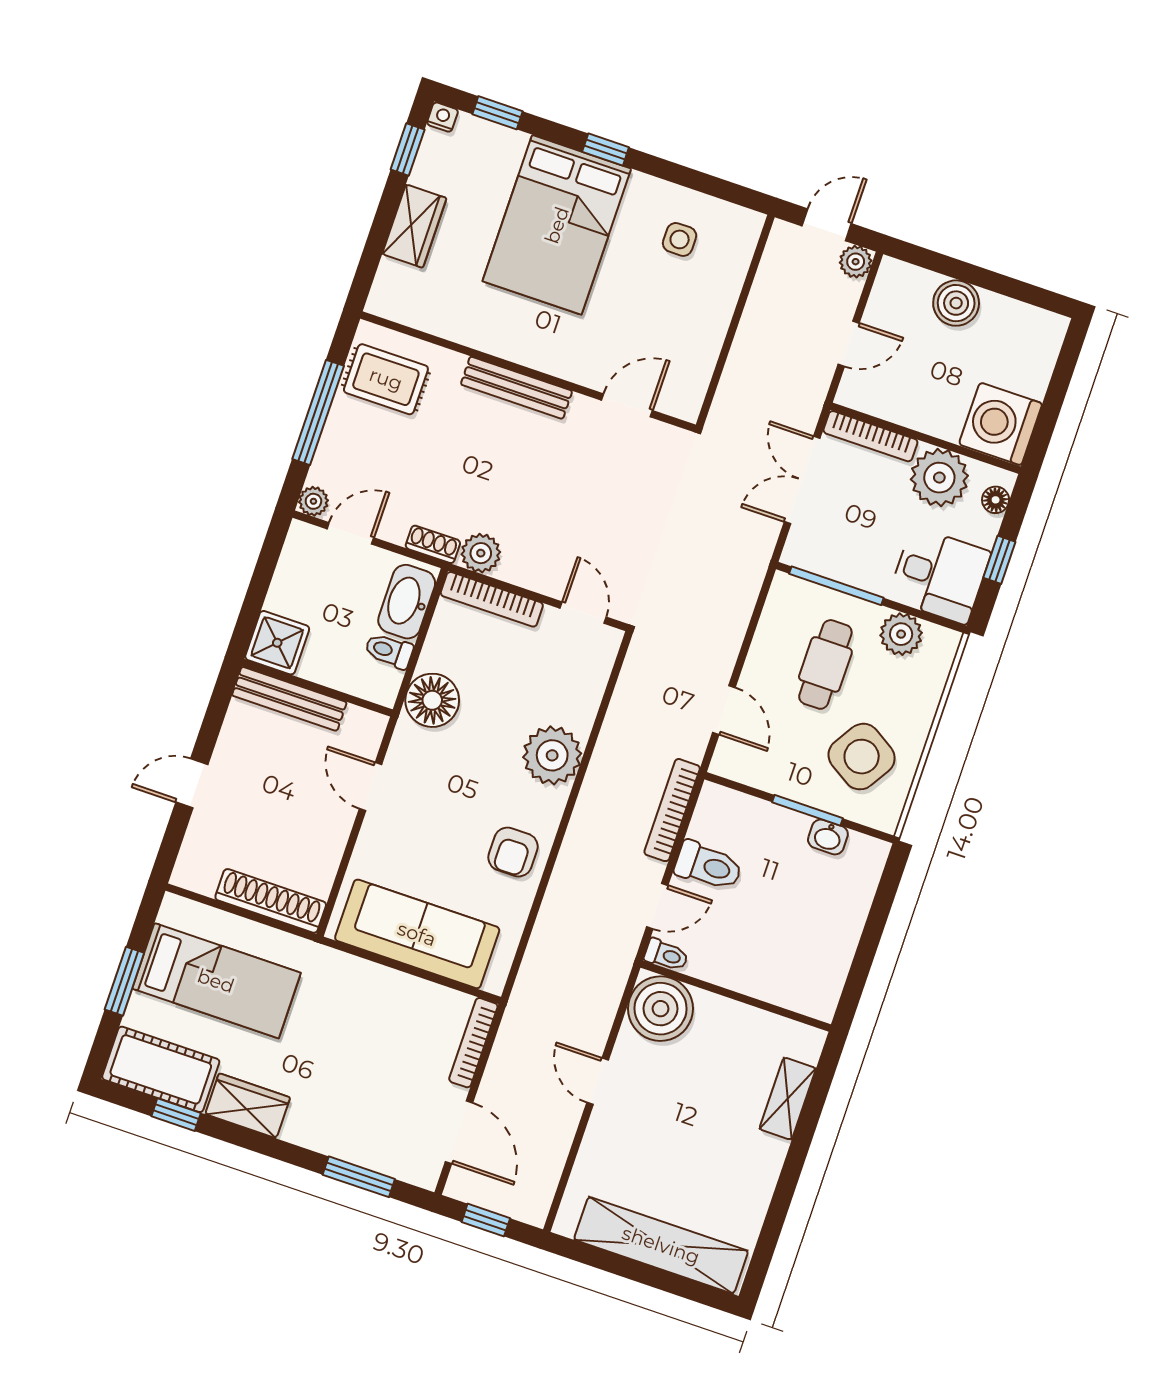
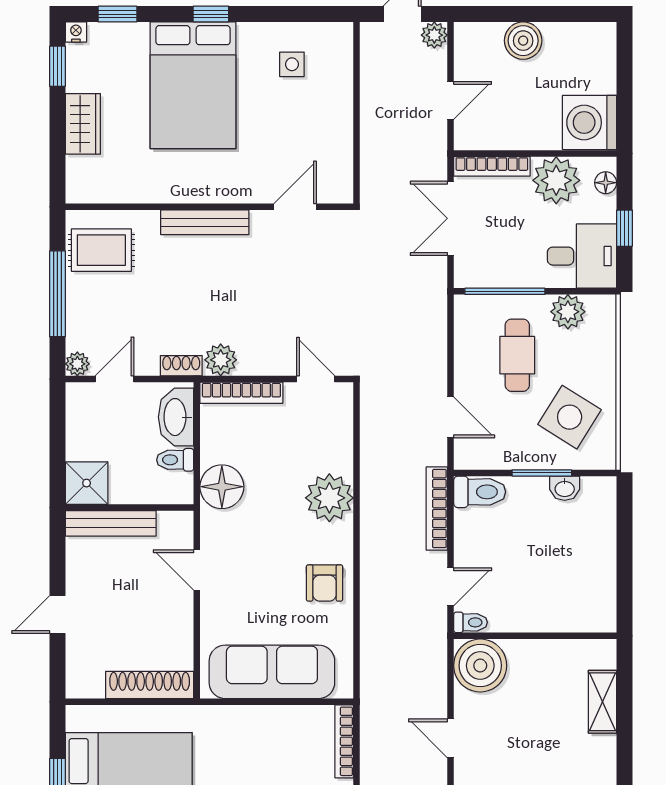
toilet: (708, 866) -> (480, 492), moved

